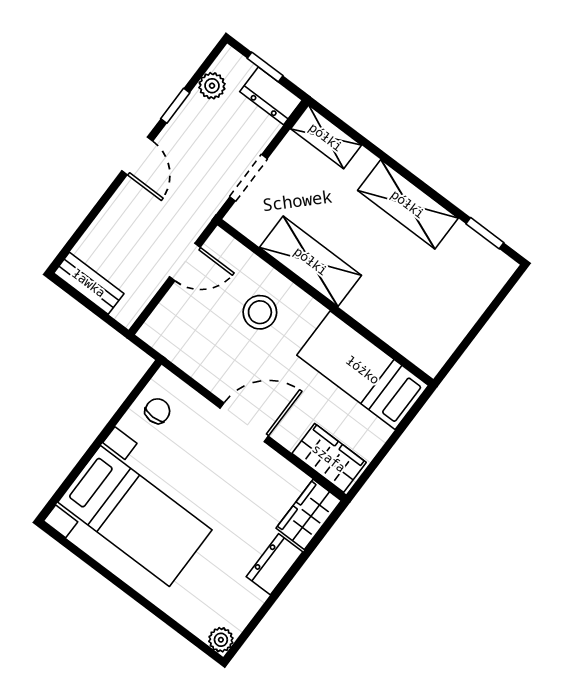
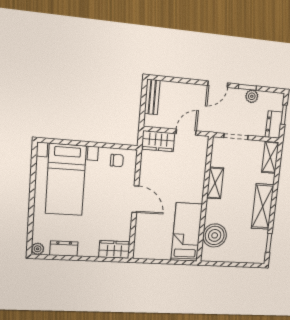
plant: (212, 86) -> (252, 96), moved
shelving: (311, 261) -> (215, 183), width x0.67, depth x0.75
door: (185, 262) -> (186, 132), swing flipped
stool: (260, 312) -> (184, 176), removed
boiler: (403, 324) -> (215, 235), added
wardrobe: (329, 458) -> (158, 141), moved, turned 90
dresser: (274, 564) -> (64, 249), moved

